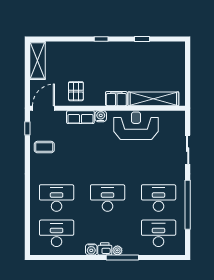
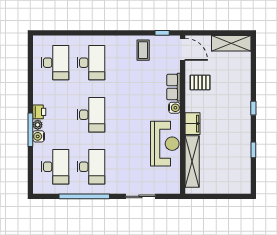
water cooler: (91, 249) -> (39, 136), moved

